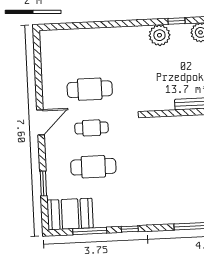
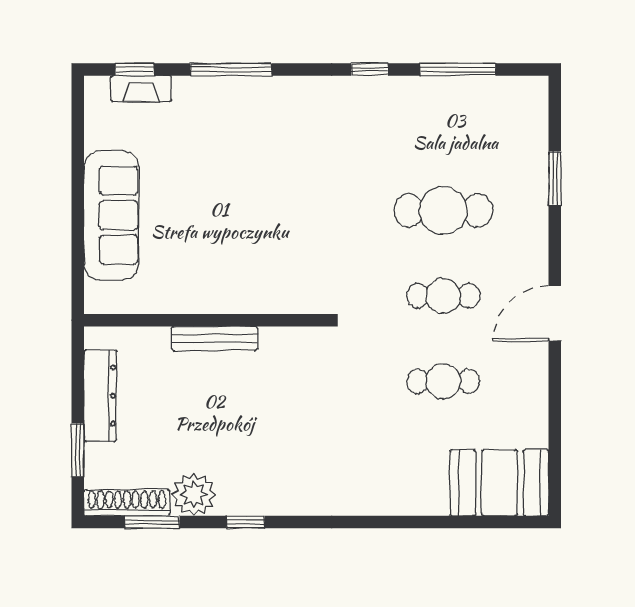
plant: (159, 35) -> (284, 493), removed
cafe table: (90, 89) -> (443, 381), width x0.73, depth x0.74
booth: (70, 214) -> (499, 483), moved

